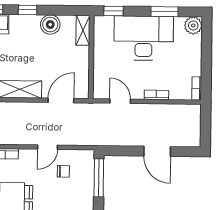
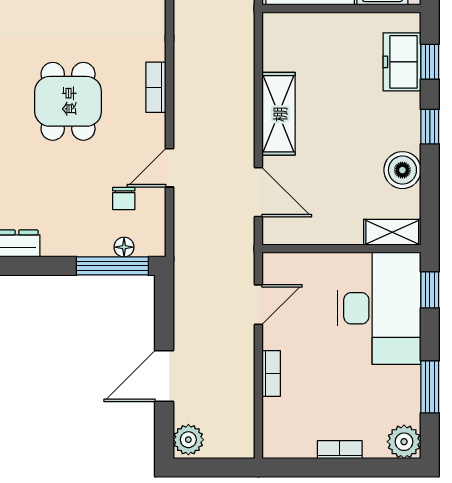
desk: (144, 38) -> (379, 308), moved
bookcase: (197, 88) -> (340, 450), moved
plant: (191, 139) -> (188, 440), added
door: (48, 147) -> (169, 168), hinge flipped
floor lamp: (89, 172) -> (124, 247), added

